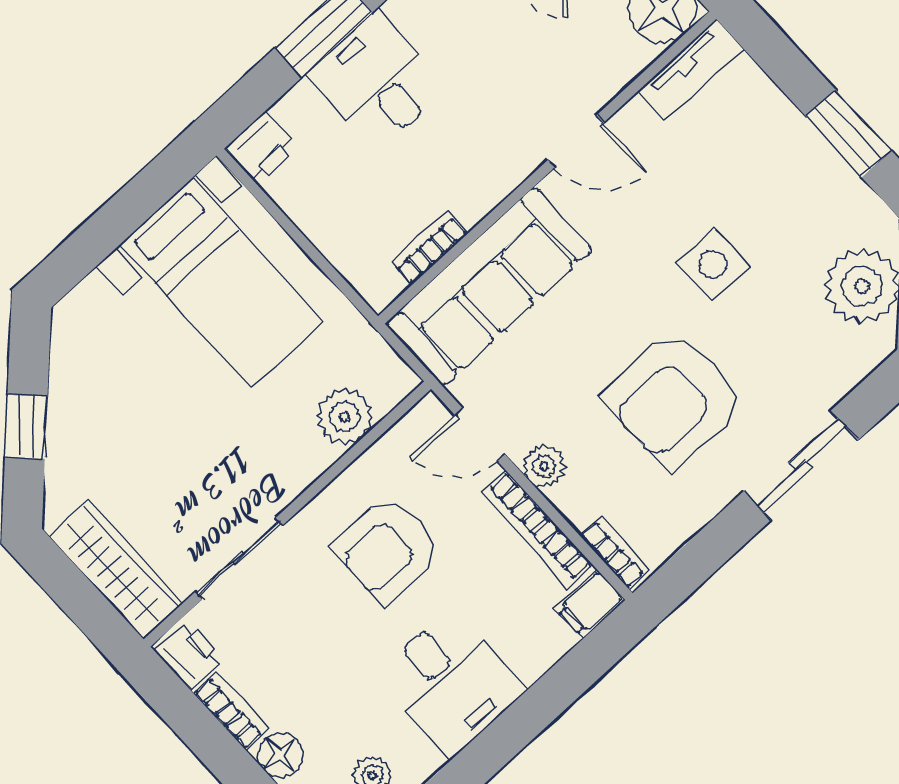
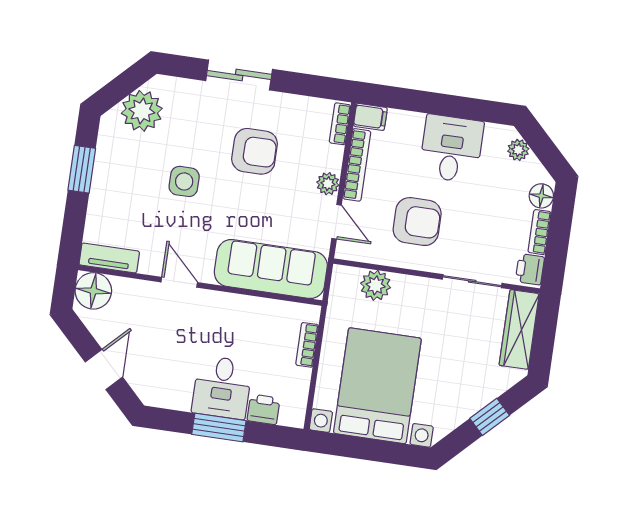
printer: (262, 147) -> (264, 409), moved
bookcase: (429, 248) -> (307, 345), moved, turned 90
bed with nightstands: (222, 283) -> (377, 386), width x1.36
armchair: (675, 399) -> (255, 151), width x0.73, depth x0.73

